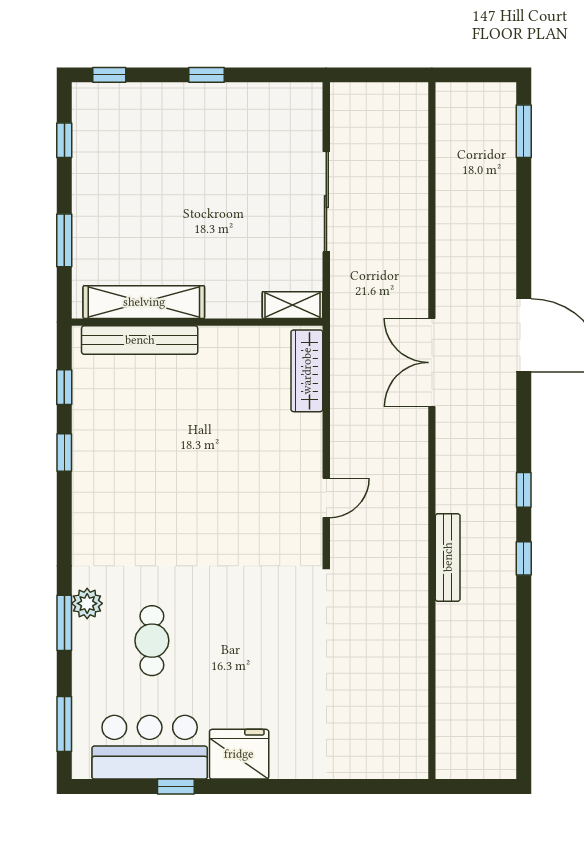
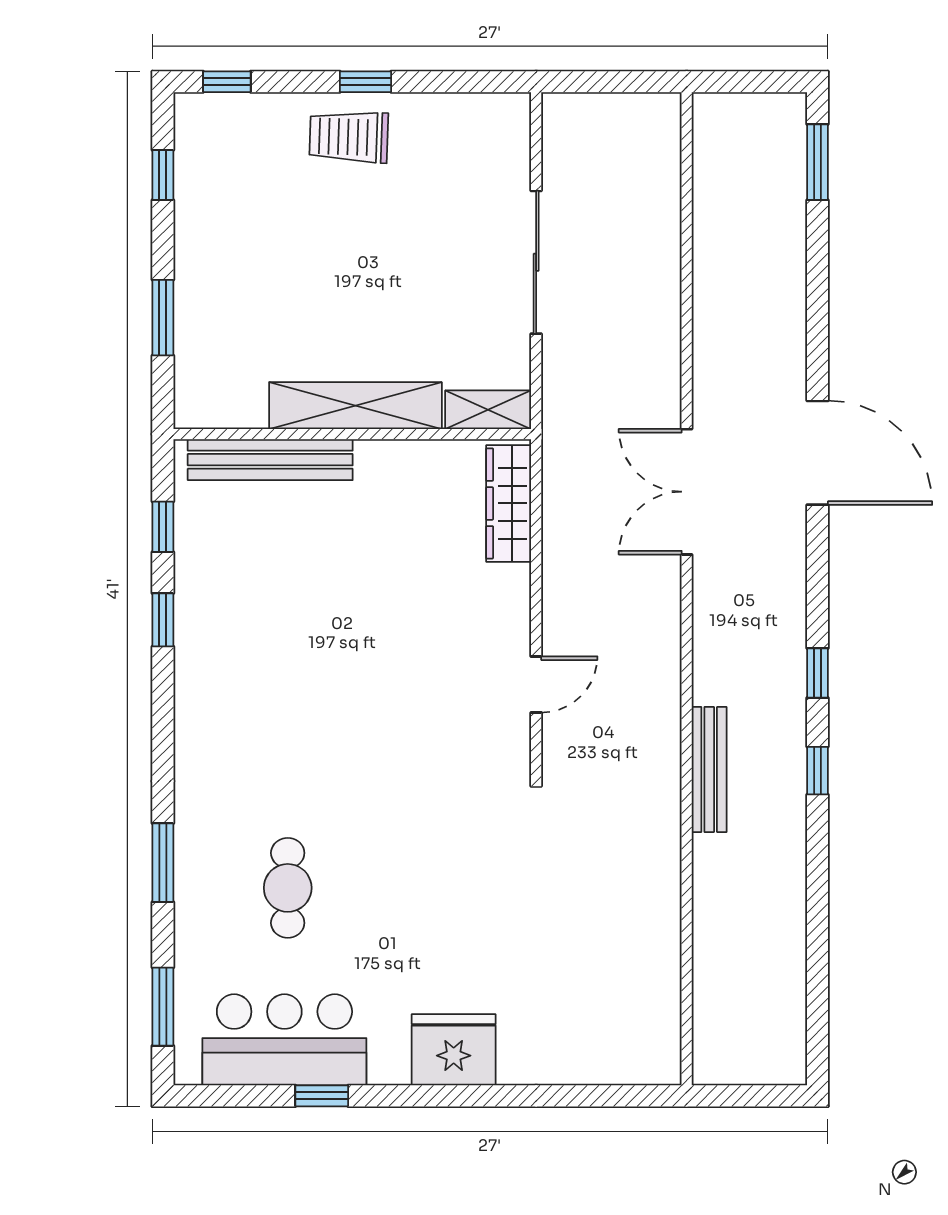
trolley: (195, 114) -> (349, 137), added
shelving: (144, 302) -> (355, 406), moved
plant: (87, 603) -> (195, 835), removed
fridge: (239, 754) -> (454, 1050), moved

